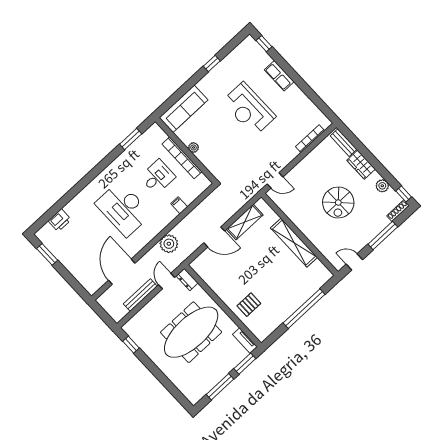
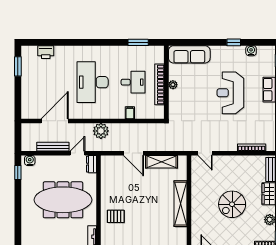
water cooler: (233, 57) -> (251, 51), added
water cooler: (132, 325) -> (30, 160), added

